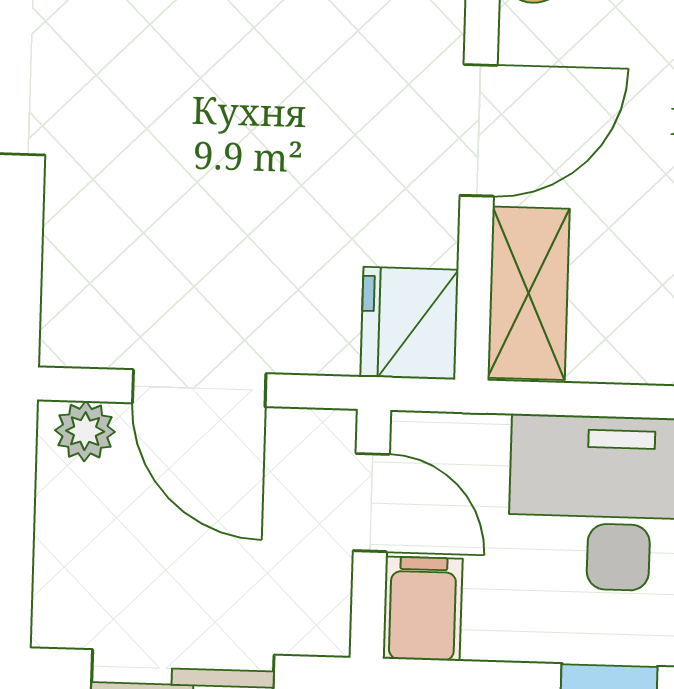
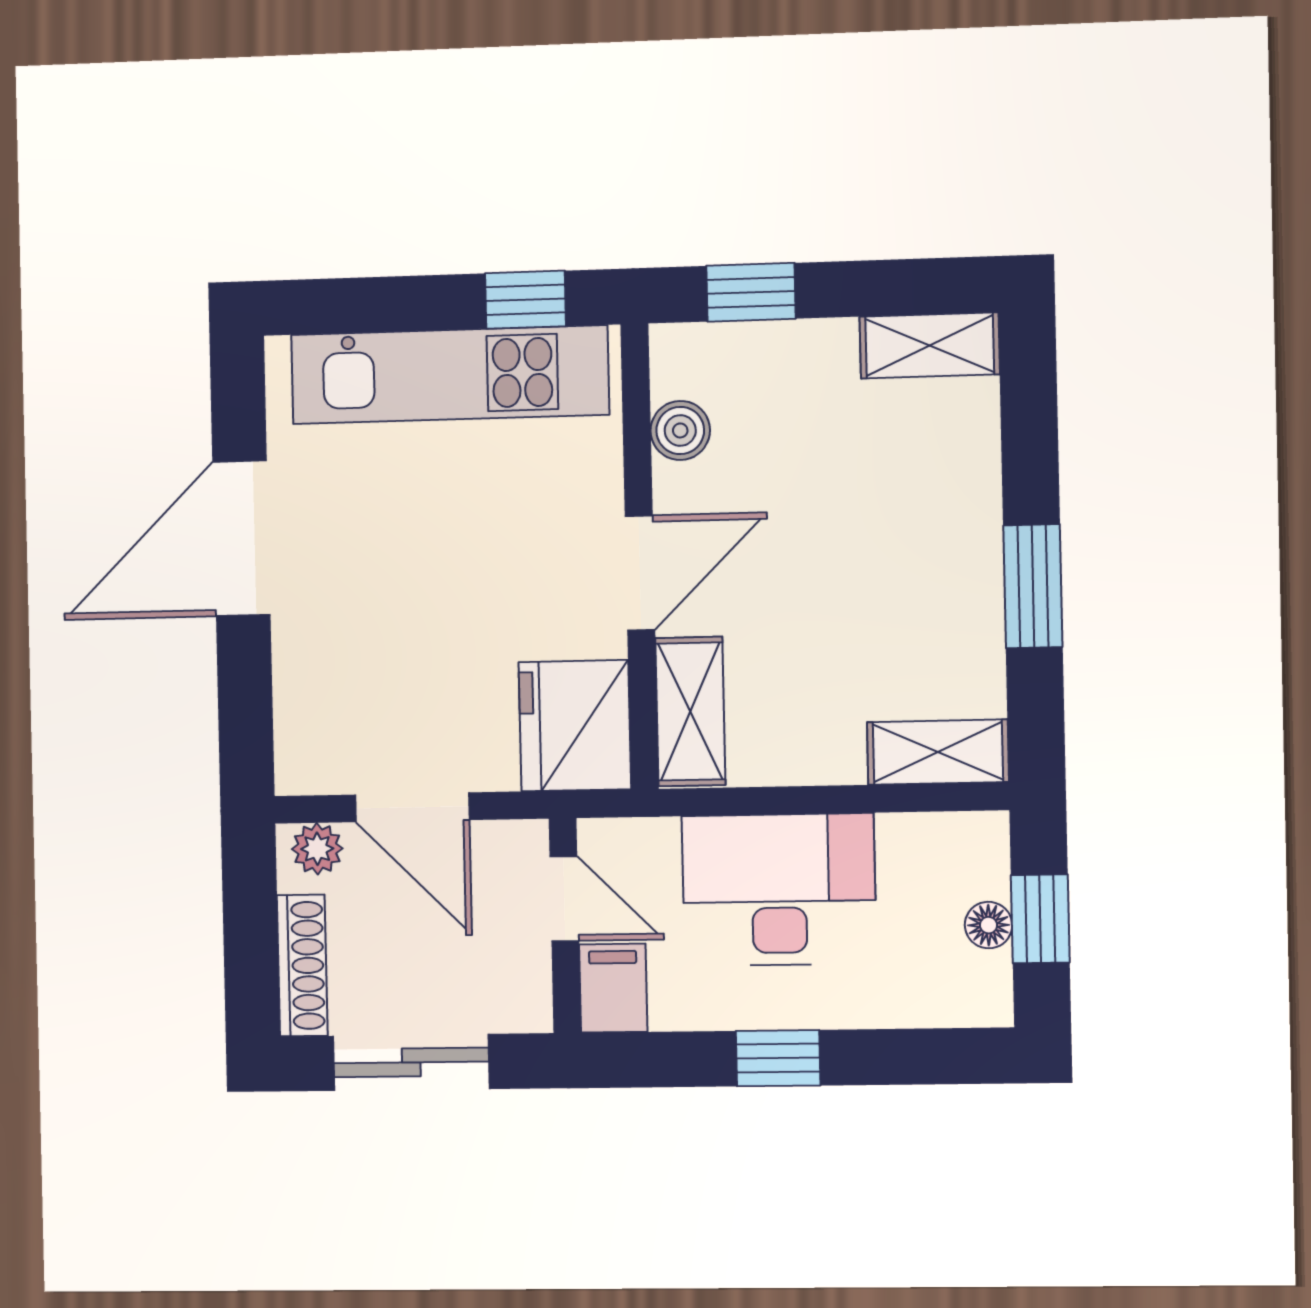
fridge: (409, 323) -> (575, 726), width x1.36, depth x1.34
shoe rack: (60, 566) -> (302, 965), added

